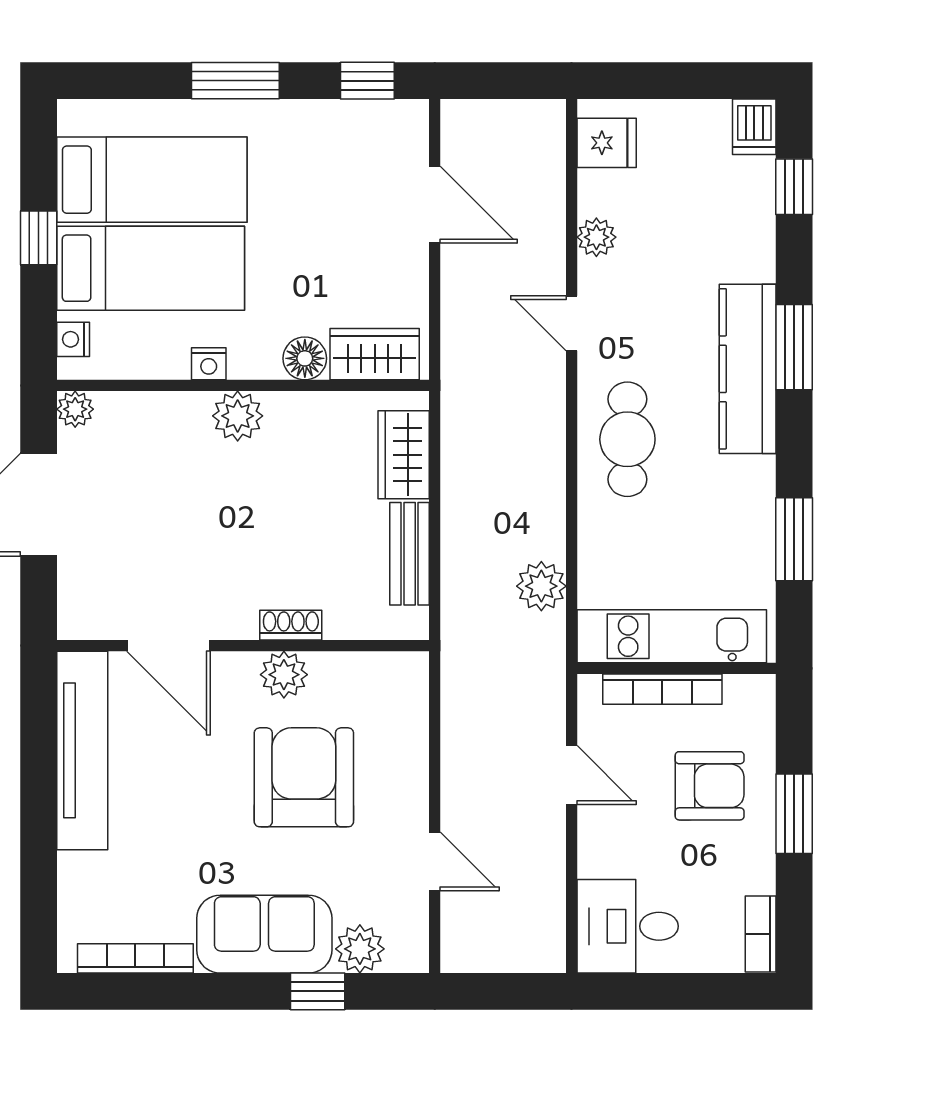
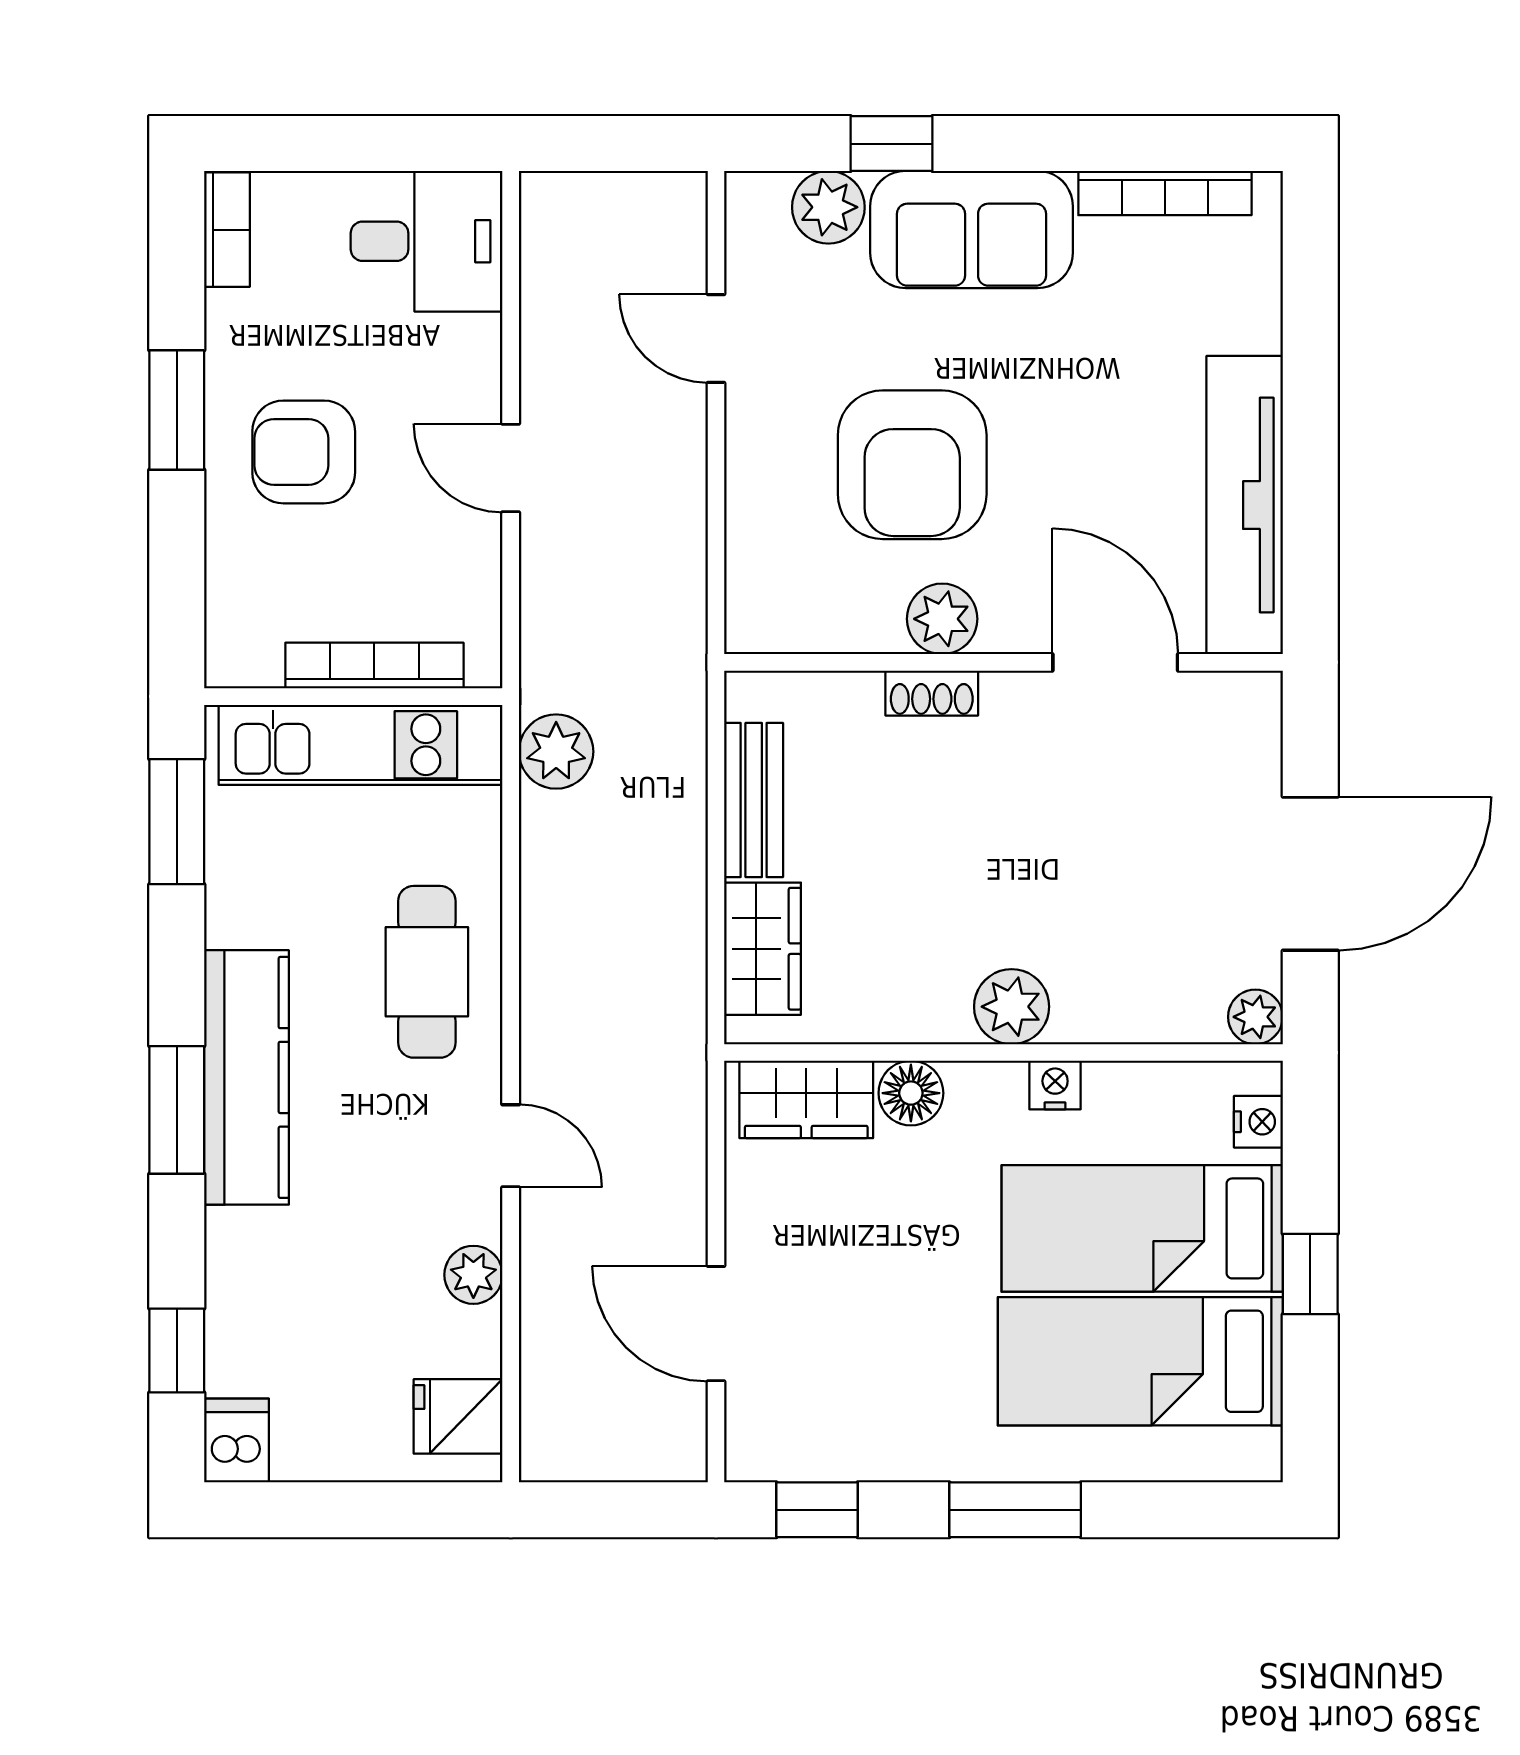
kitchen unit: (672, 636) -> (361, 745), moved
wall: (677, 668) -> (353, 697), moved
bookcase: (662, 689) -> (374, 666), moved

